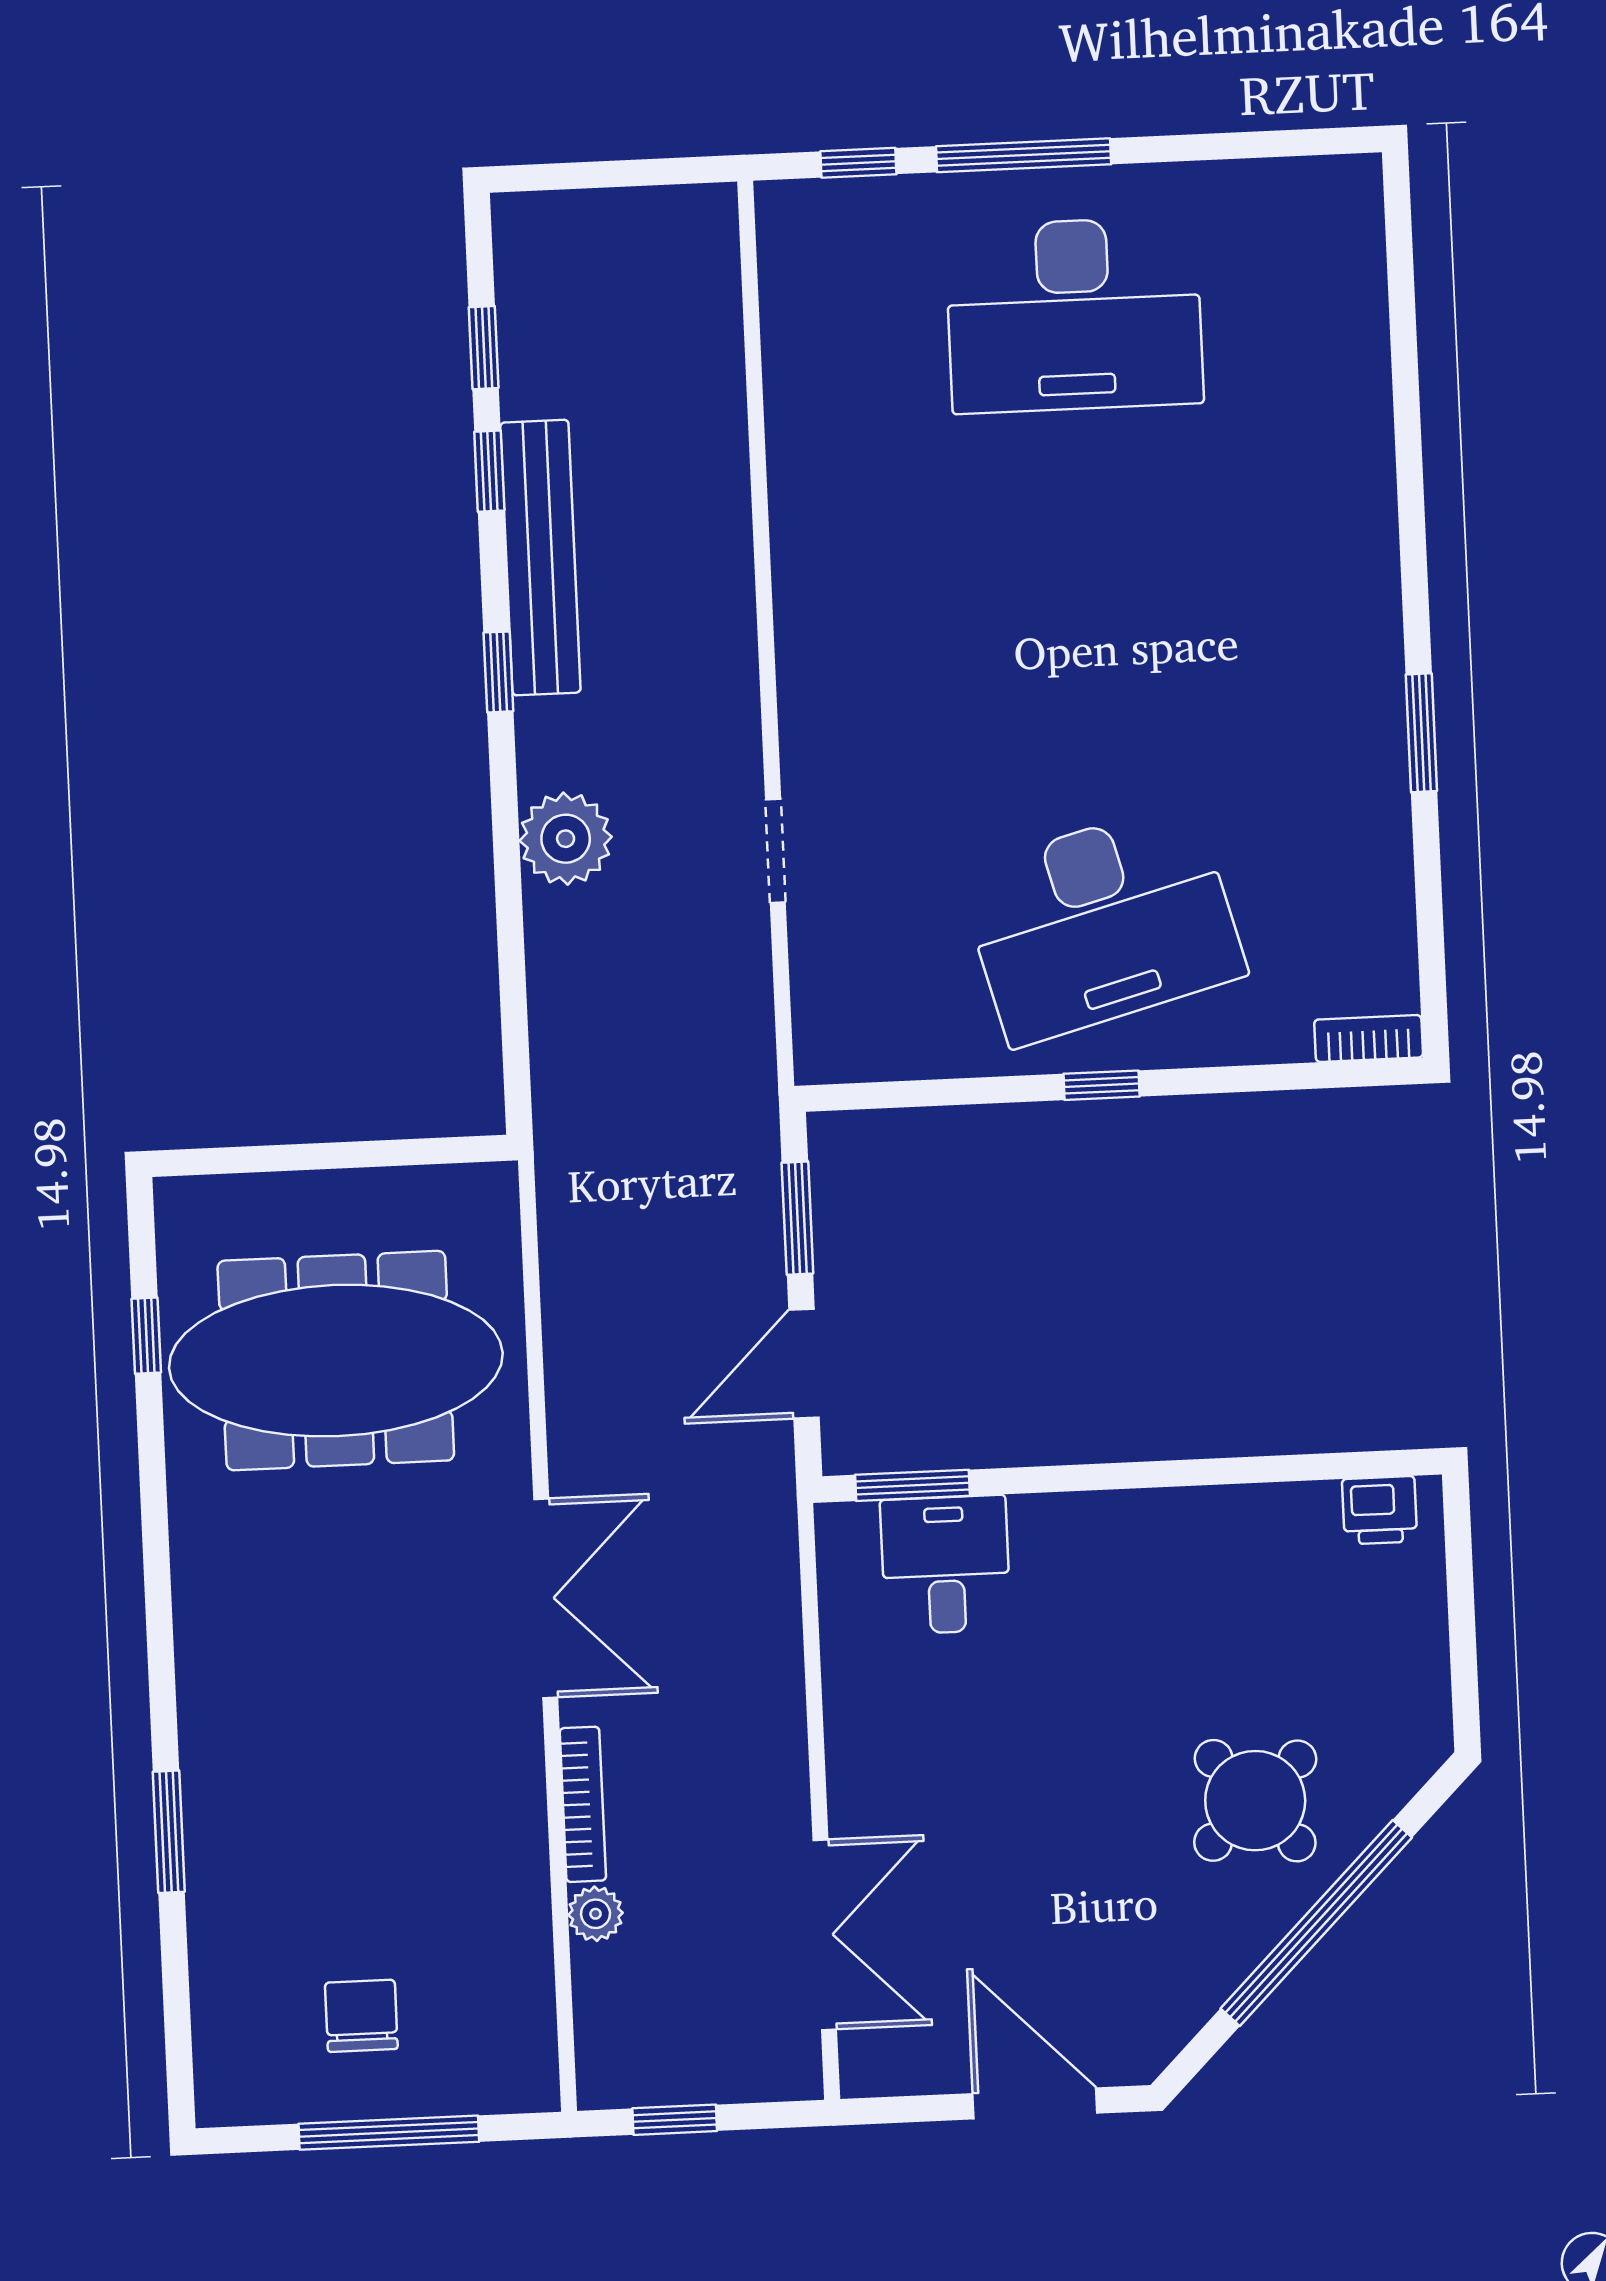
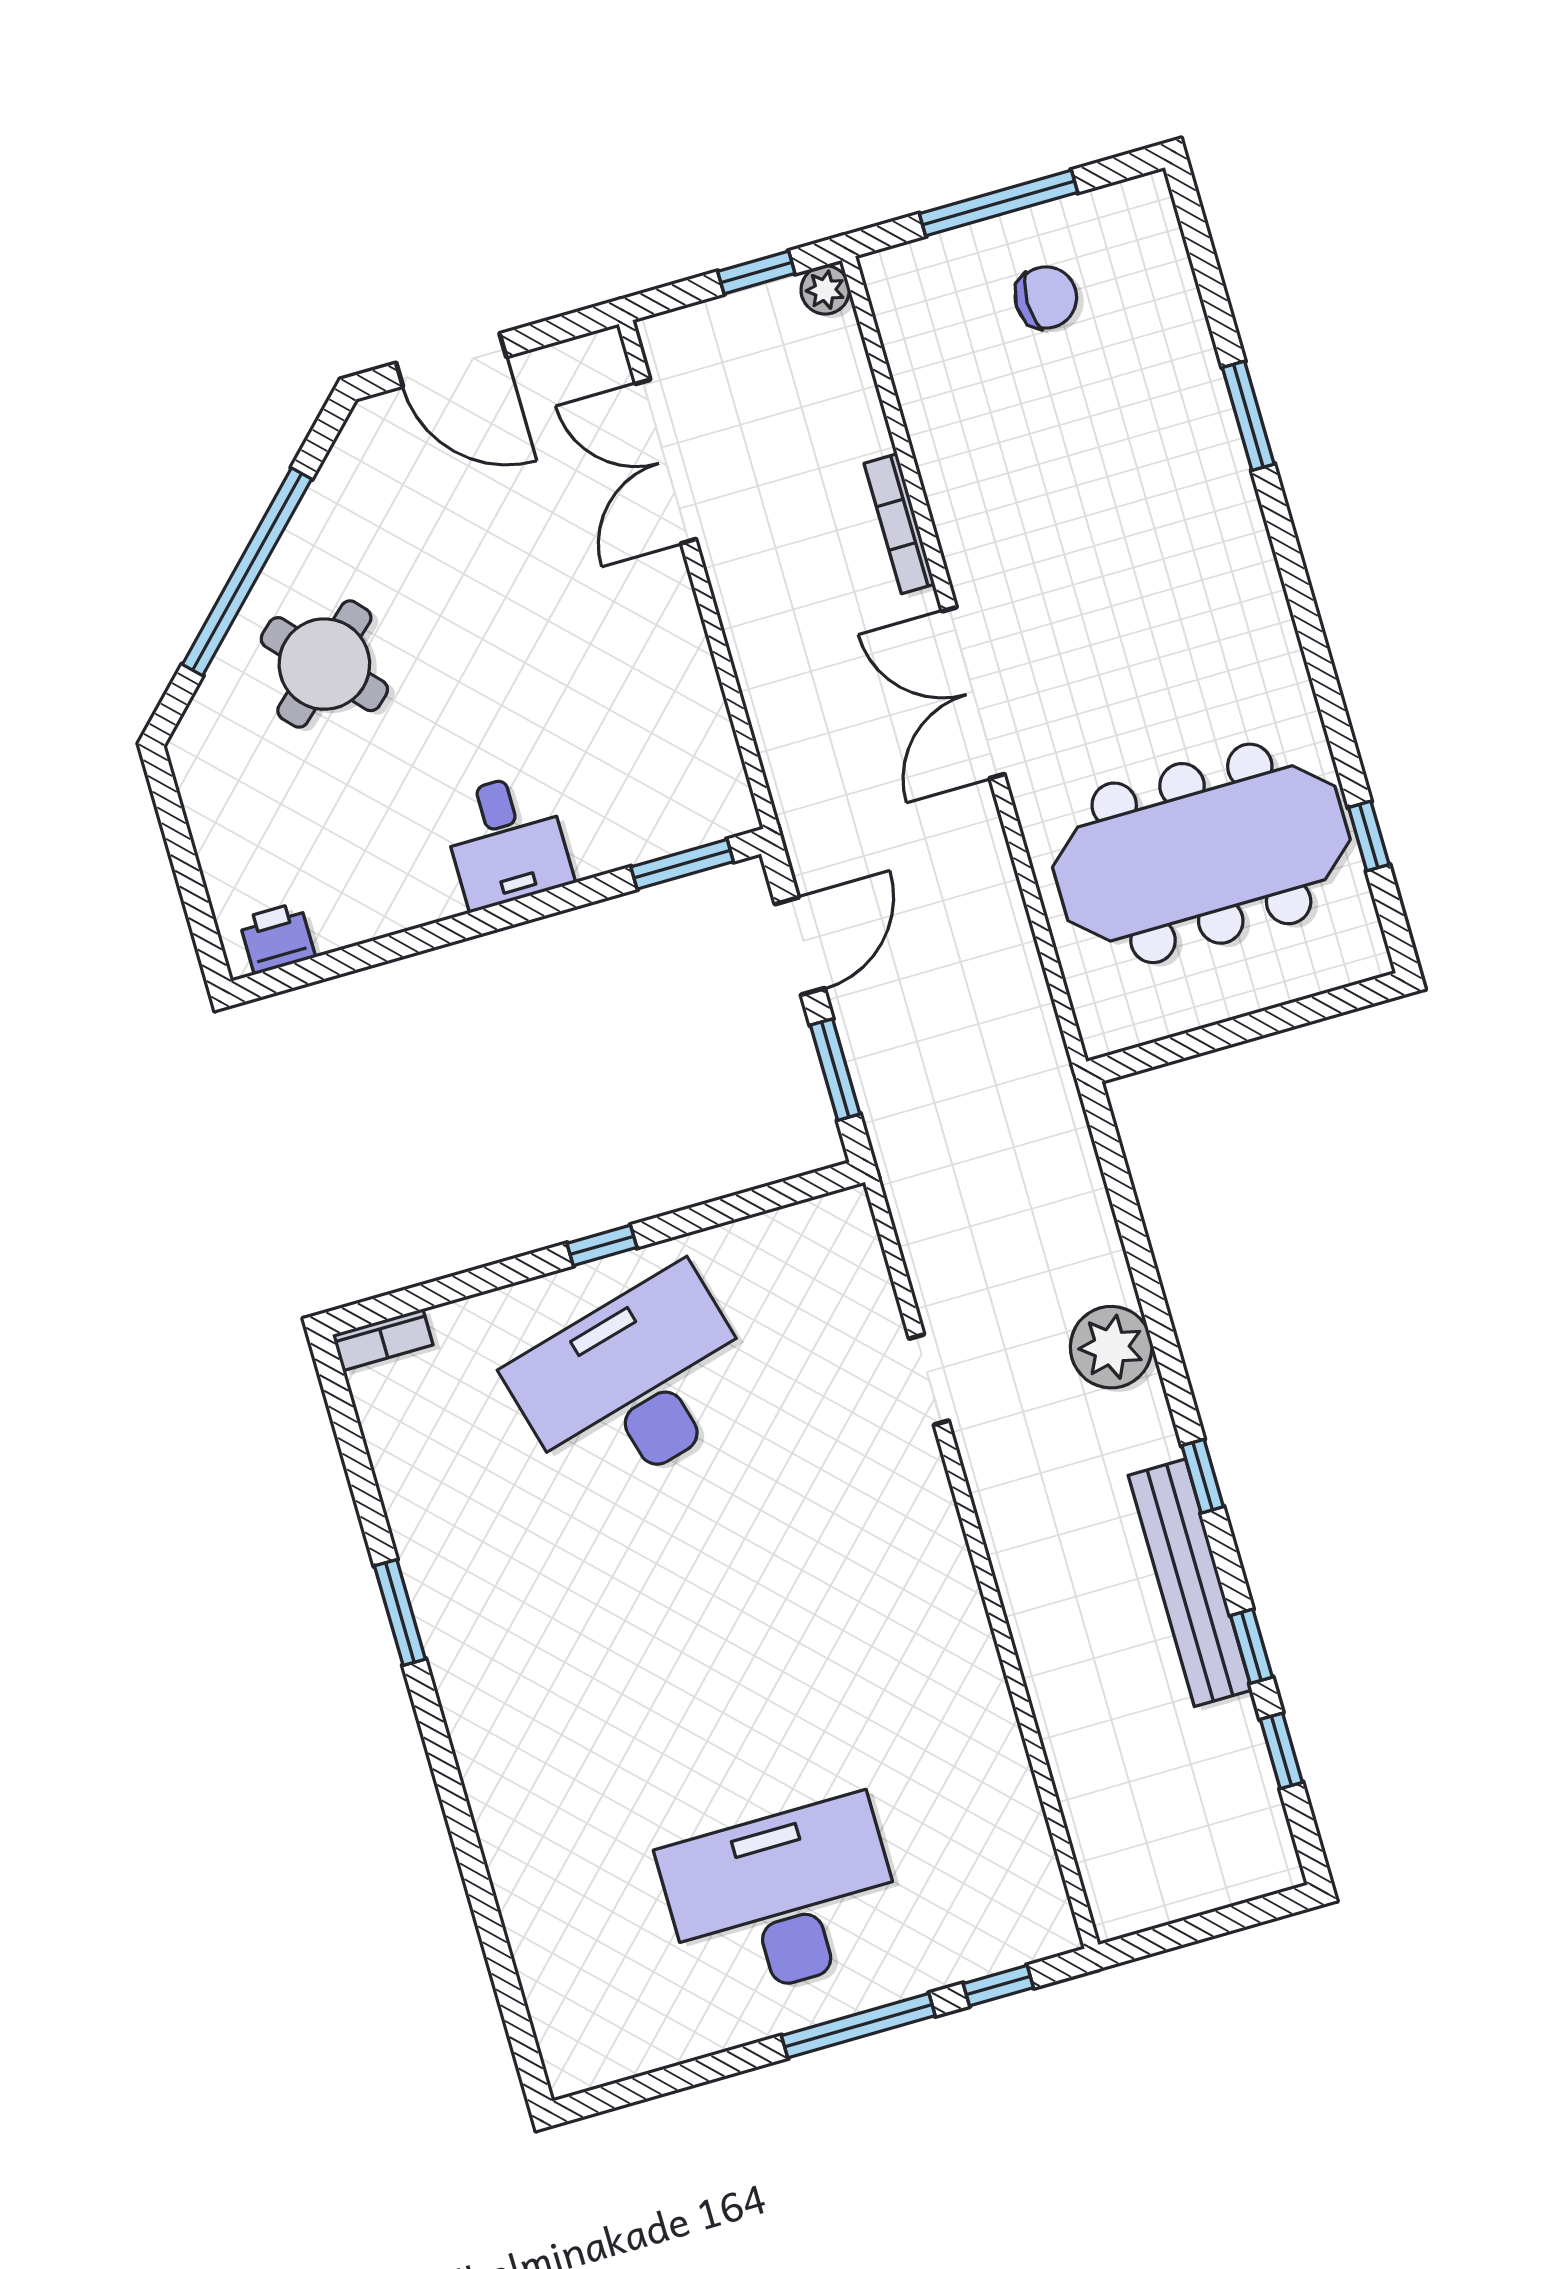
desk: (945, 1565) -> (506, 841), moved
plant: (596, 1914) -> (825, 290), moved
chair: (361, 2016) -> (1046, 298), turned -90

